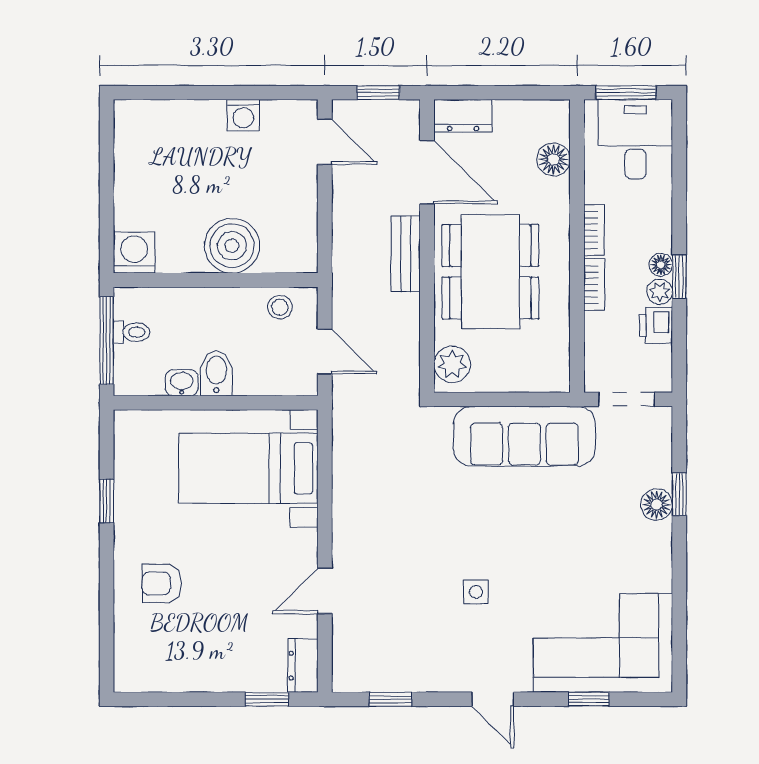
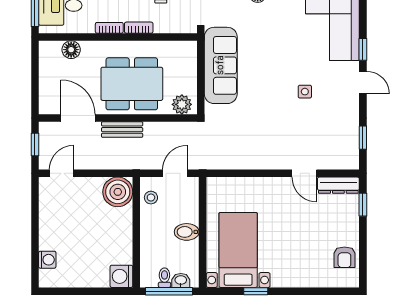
washing machine: (243, 115) -> (47, 260), moved
dresser: (463, 116) -> (48, 99), removed
door: (427, 172) -> (78, 118), hinge flipped
boiler: (232, 246) -> (118, 192), moved
washbasin: (182, 383) -> (181, 280), moved, turned 90
bed with nightstands: (248, 468) -> (238, 250), moved, turned 180
armchair: (162, 583) -> (344, 257), moved
dresser: (303, 666) -> (338, 185), width x1.44
door: (493, 699) -> (363, 83), hinge flipped
window: (589, 699) -> (363, 49), moved

